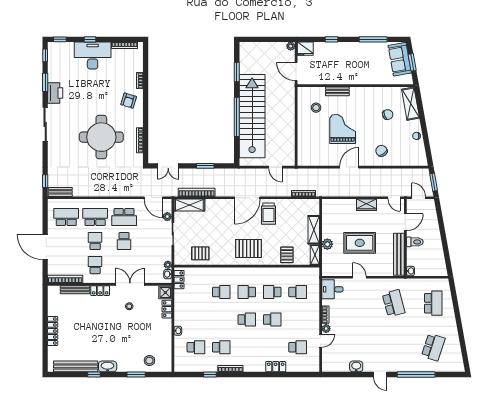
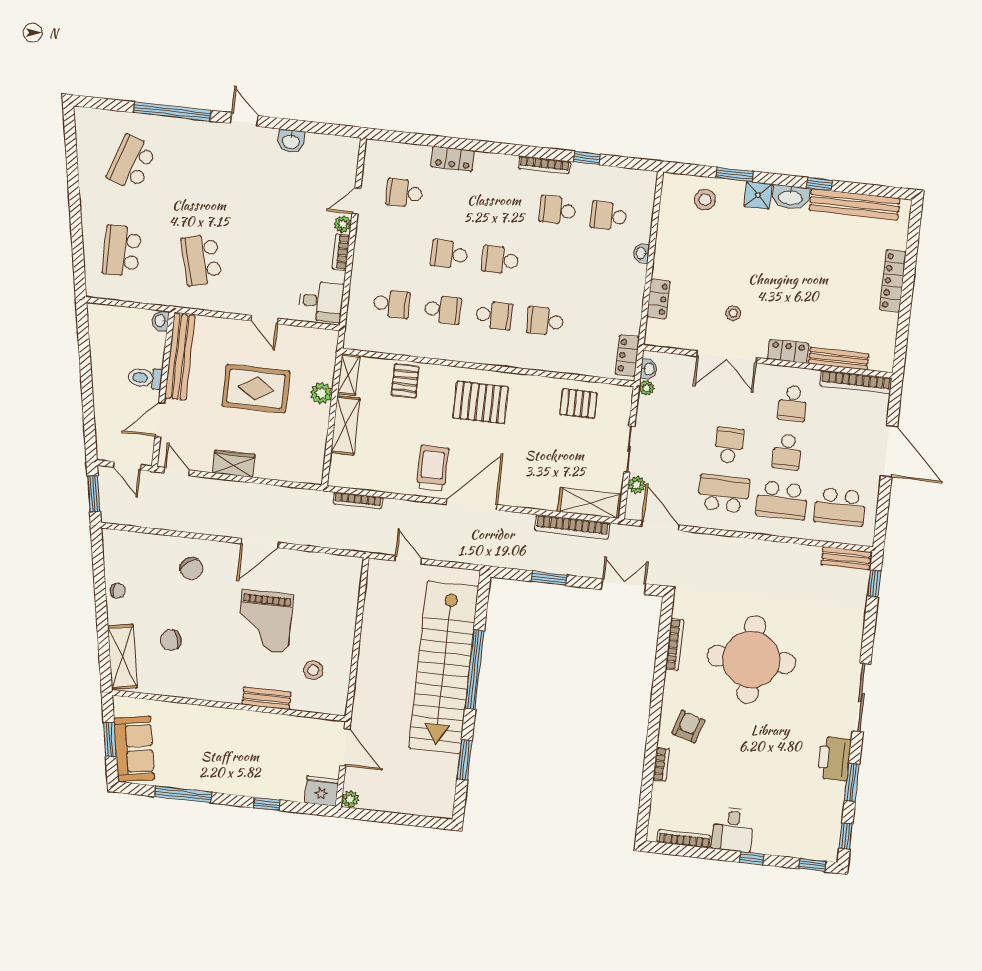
desk: (93, 56) -> (733, 830), width x0.53, depth x0.77
school desk: (298, 292) -> (392, 304), turned 180
shower: (165, 293) -> (758, 195), moved

